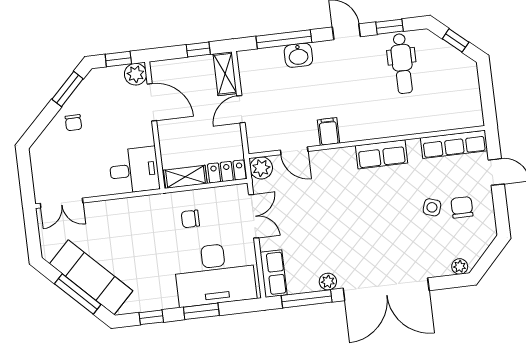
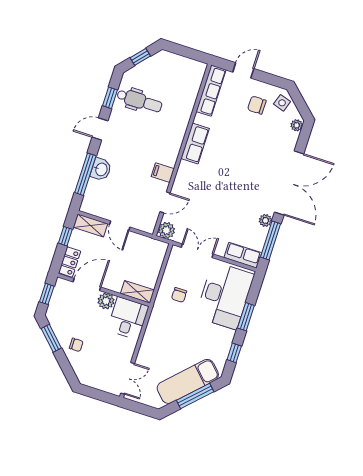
plant: (135, 74) -> (106, 301), moved
locker: (227, 171) -> (70, 262), moved, turned 180
shelving: (185, 177) -> (137, 292), moved, turned 90
side table: (432, 207) -> (282, 103), moved

